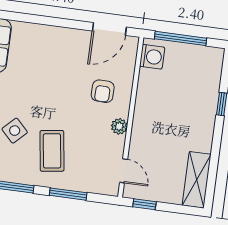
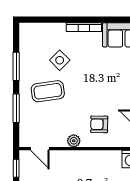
door: (124, 171) -> (40, 149), hinge flipped

